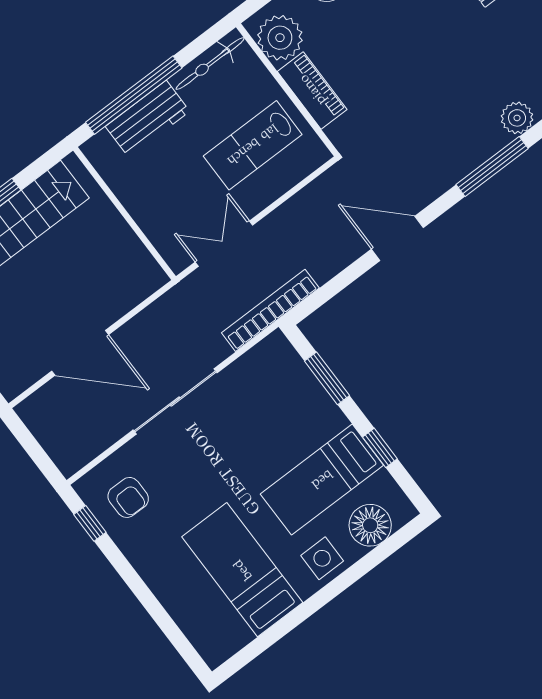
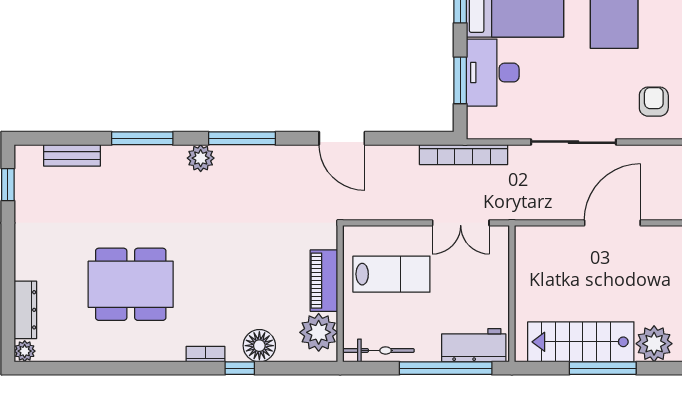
workbench: (148, 119) -> (474, 345), moved
door: (80, 353) -> (612, 223), hinge flipped
desk: (302, 409) -> (493, 73), added

